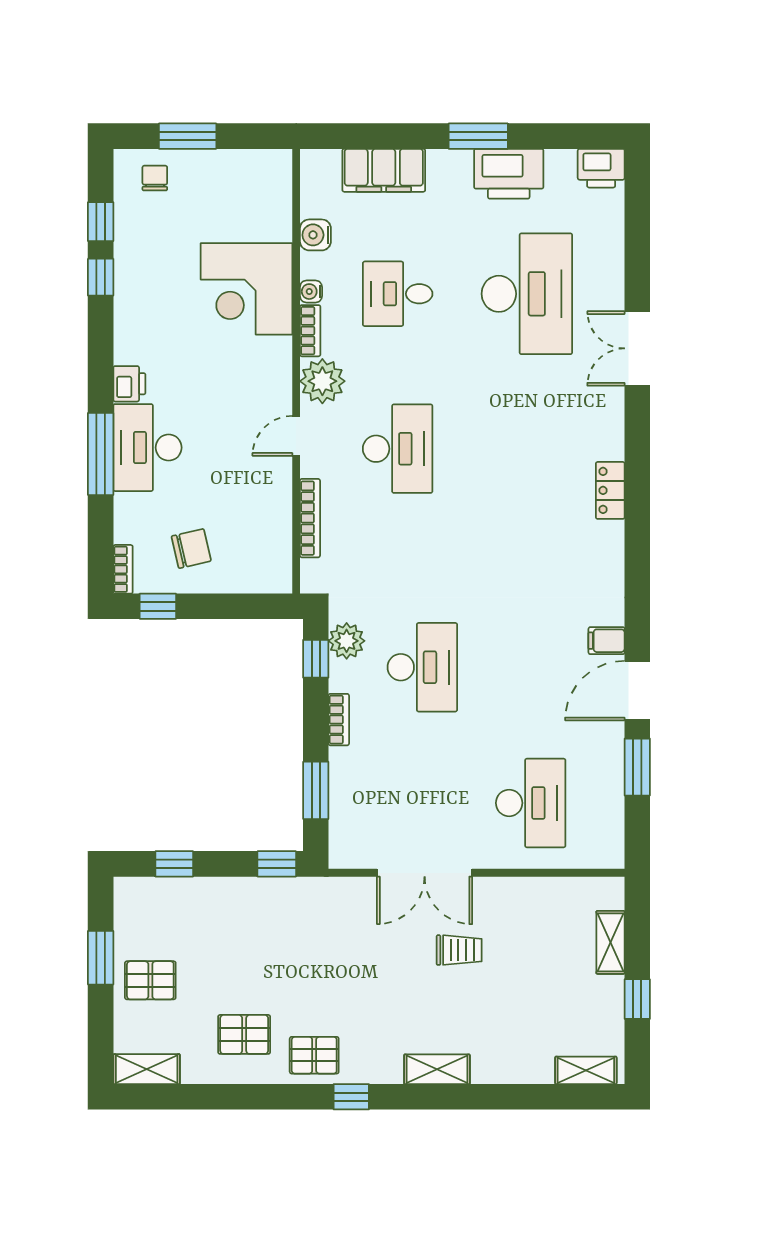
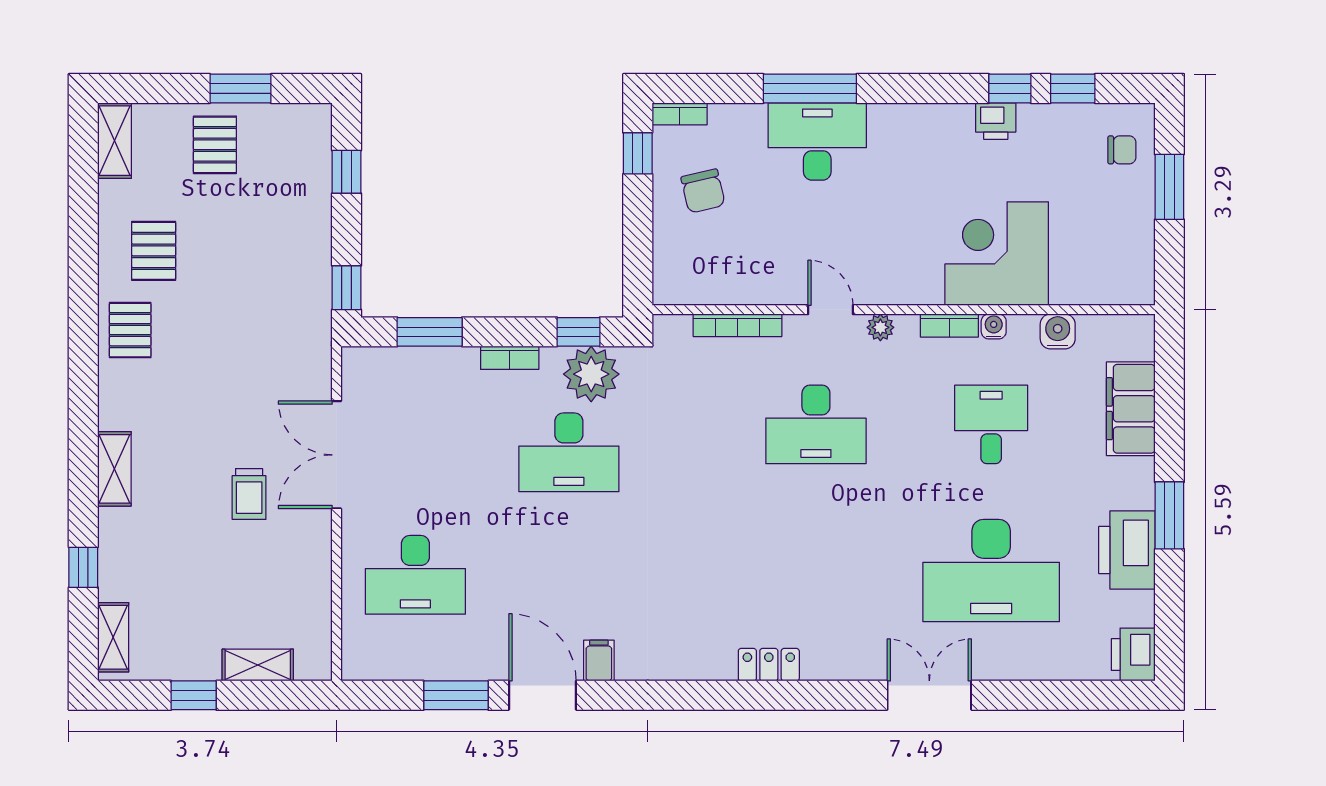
plant: (322, 381) -> (880, 327), width x0.53, depth x0.53
printer: (129, 384) -> (996, 121), moved
plant: (347, 641) -> (591, 374), width x1.36, depth x1.36
window: (351, 1097) -> (83, 567), moved

